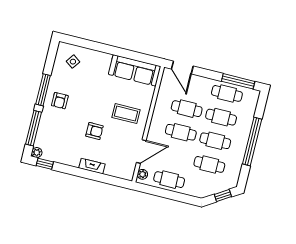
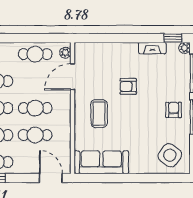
side table: (73, 62) -> (170, 155), width x1.87, depth x1.87
coffee table: (126, 114) -> (99, 114), turned 90
fireplace: (92, 166) -> (152, 48), moved

